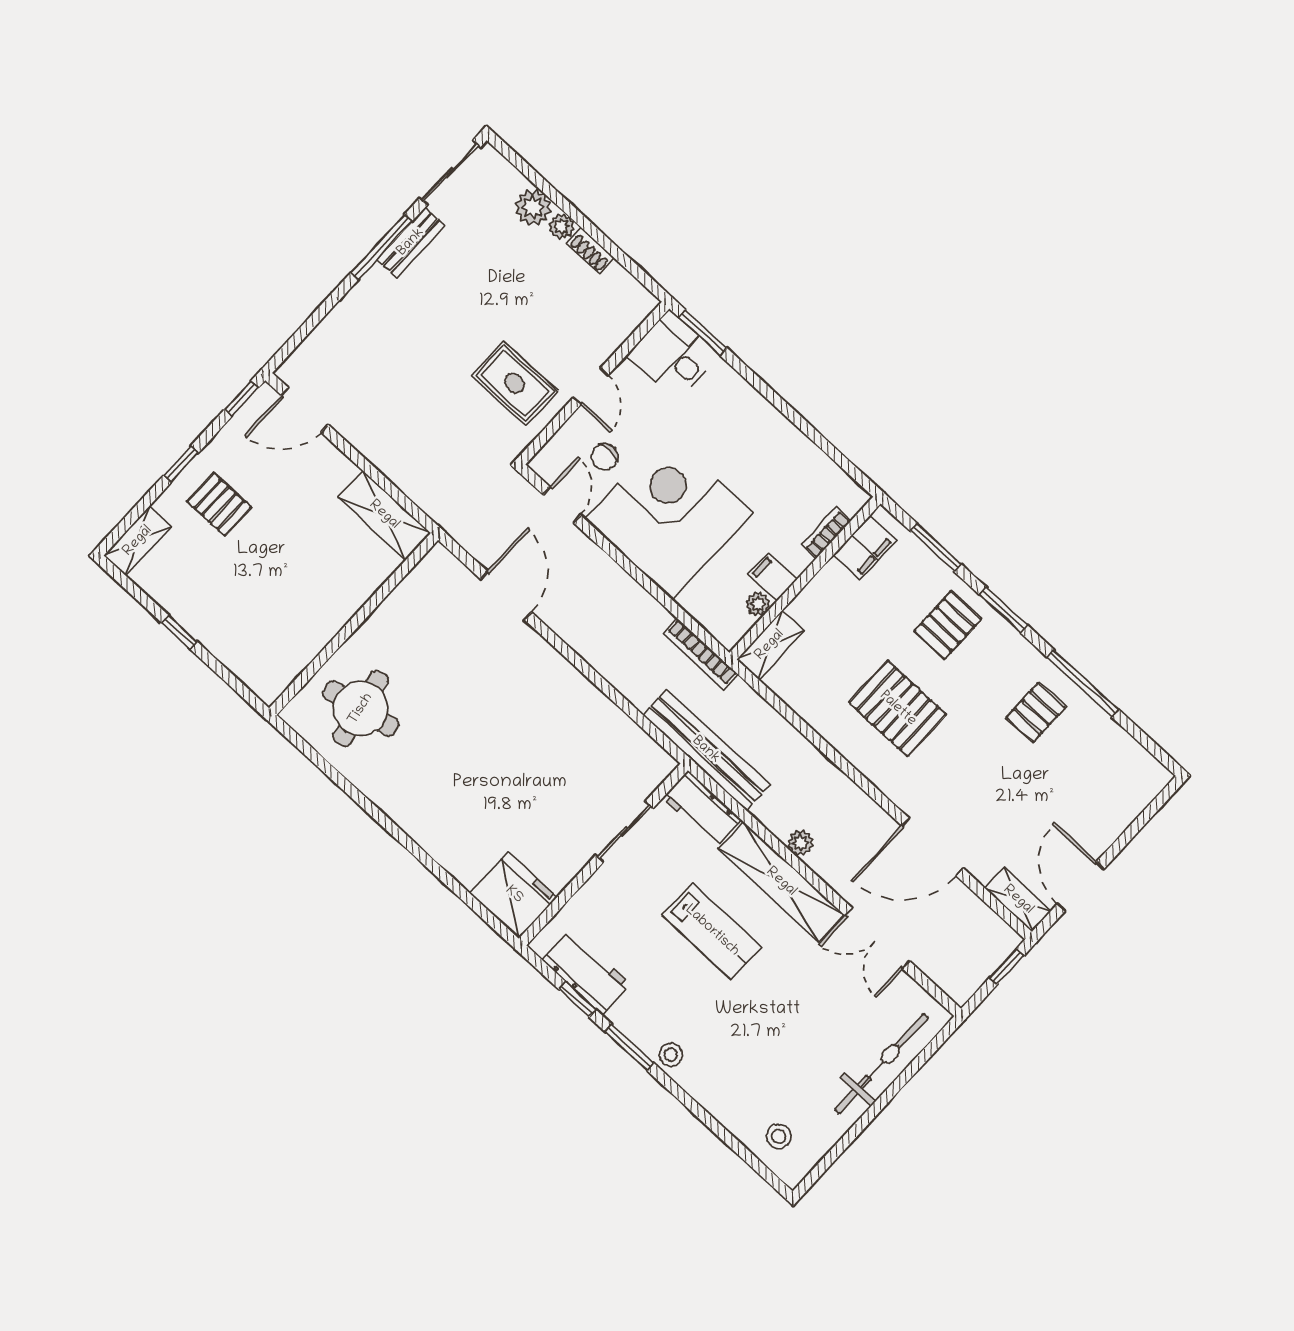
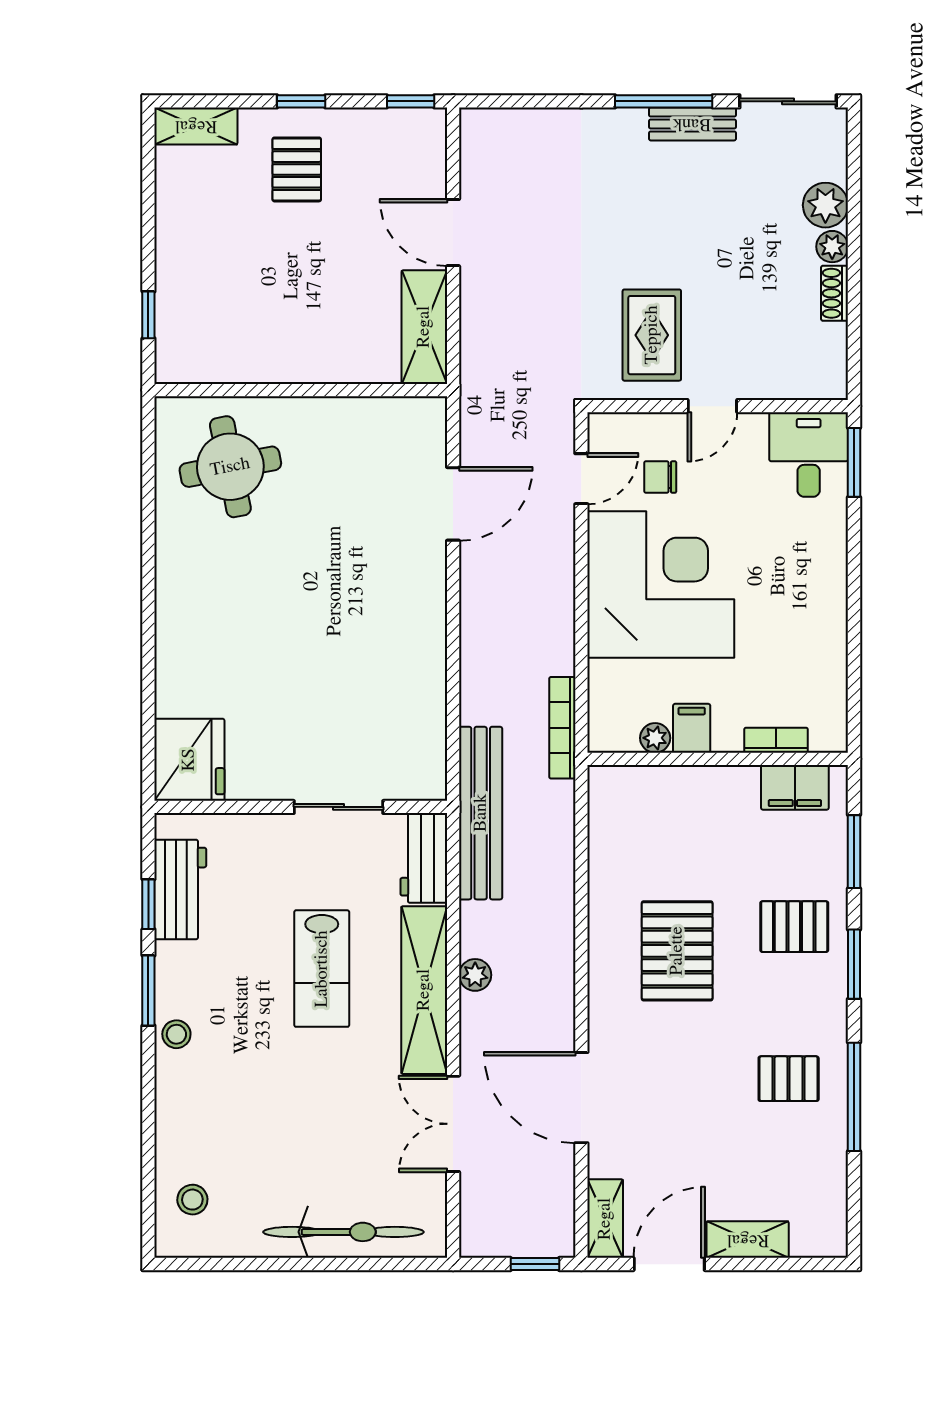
door: (305, 410) -> (453, 233), moved
window: (179, 632) -> (148, 315), moved
shelving: (770, 645) -> (748, 1240), moved

